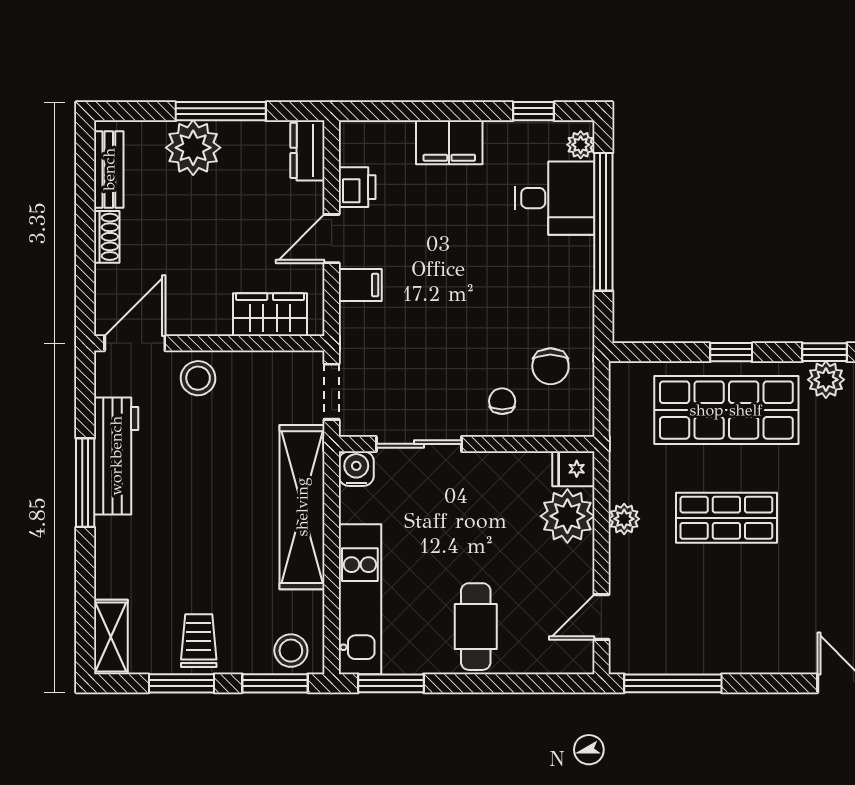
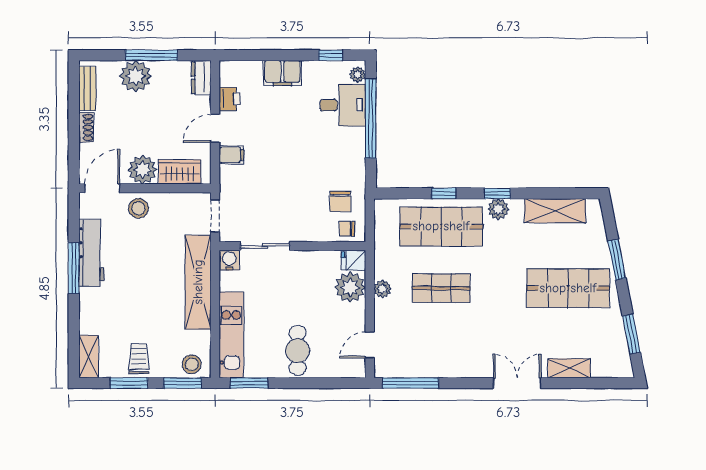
plant: (205, 311) -> (143, 170), added
chair: (502, 401) -> (347, 229), moved, turned -90

